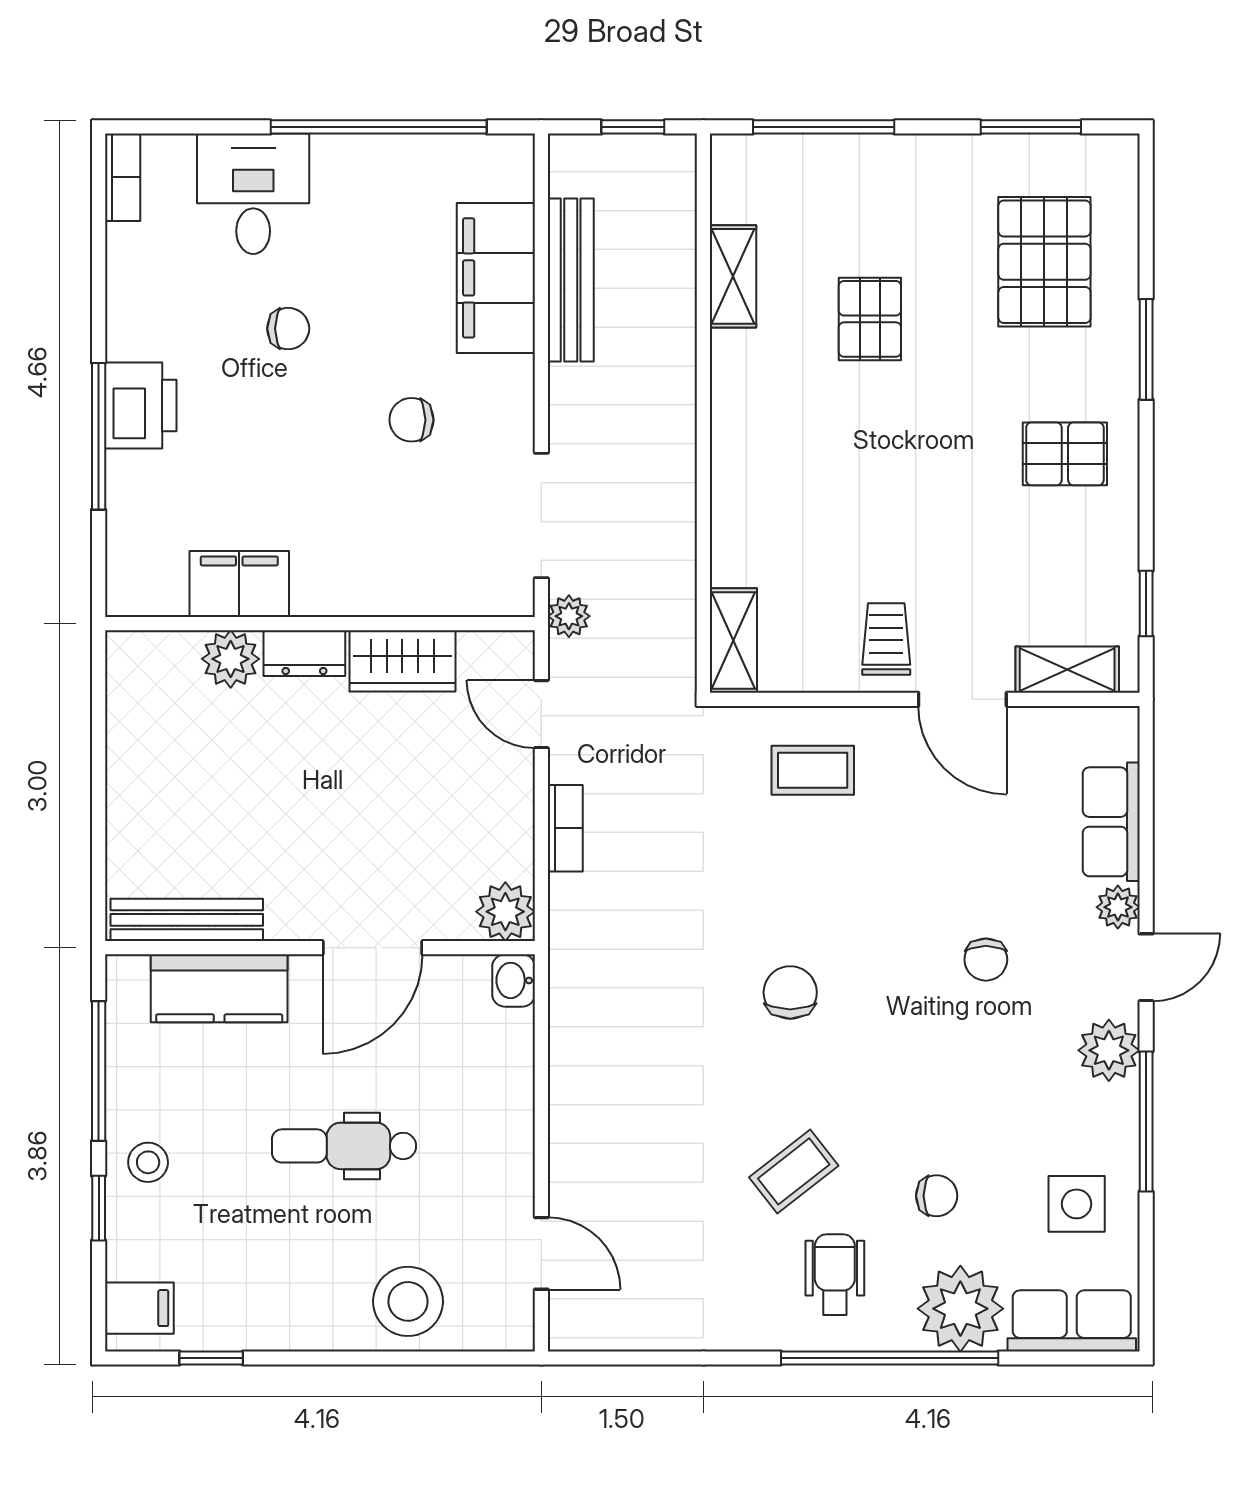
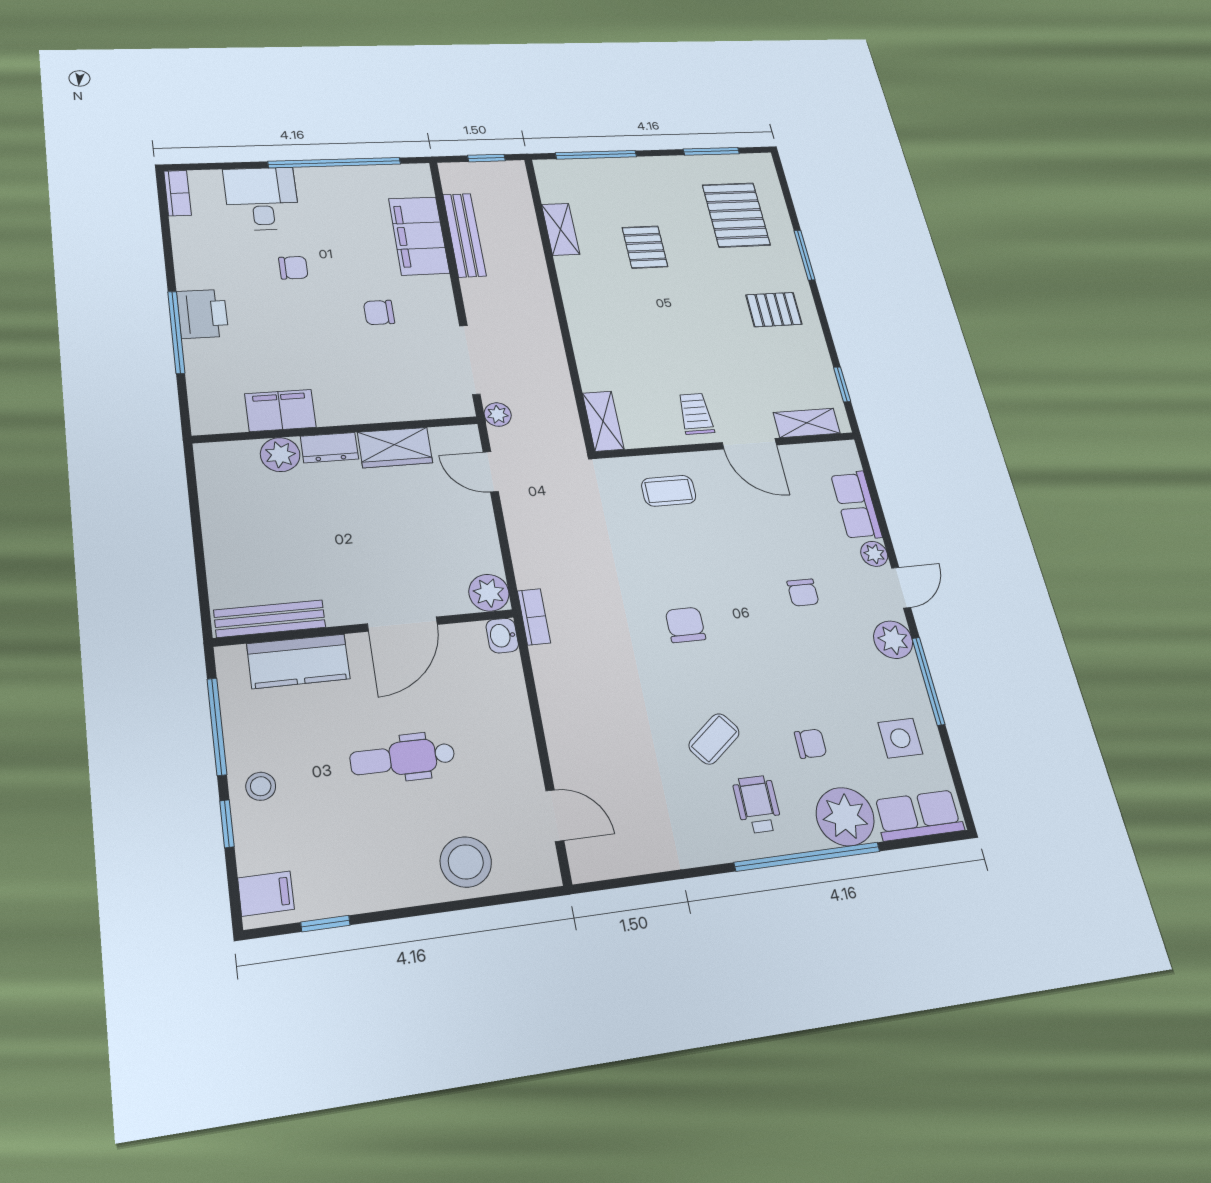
bookcase: (565, 828) -> (534, 617), moved

